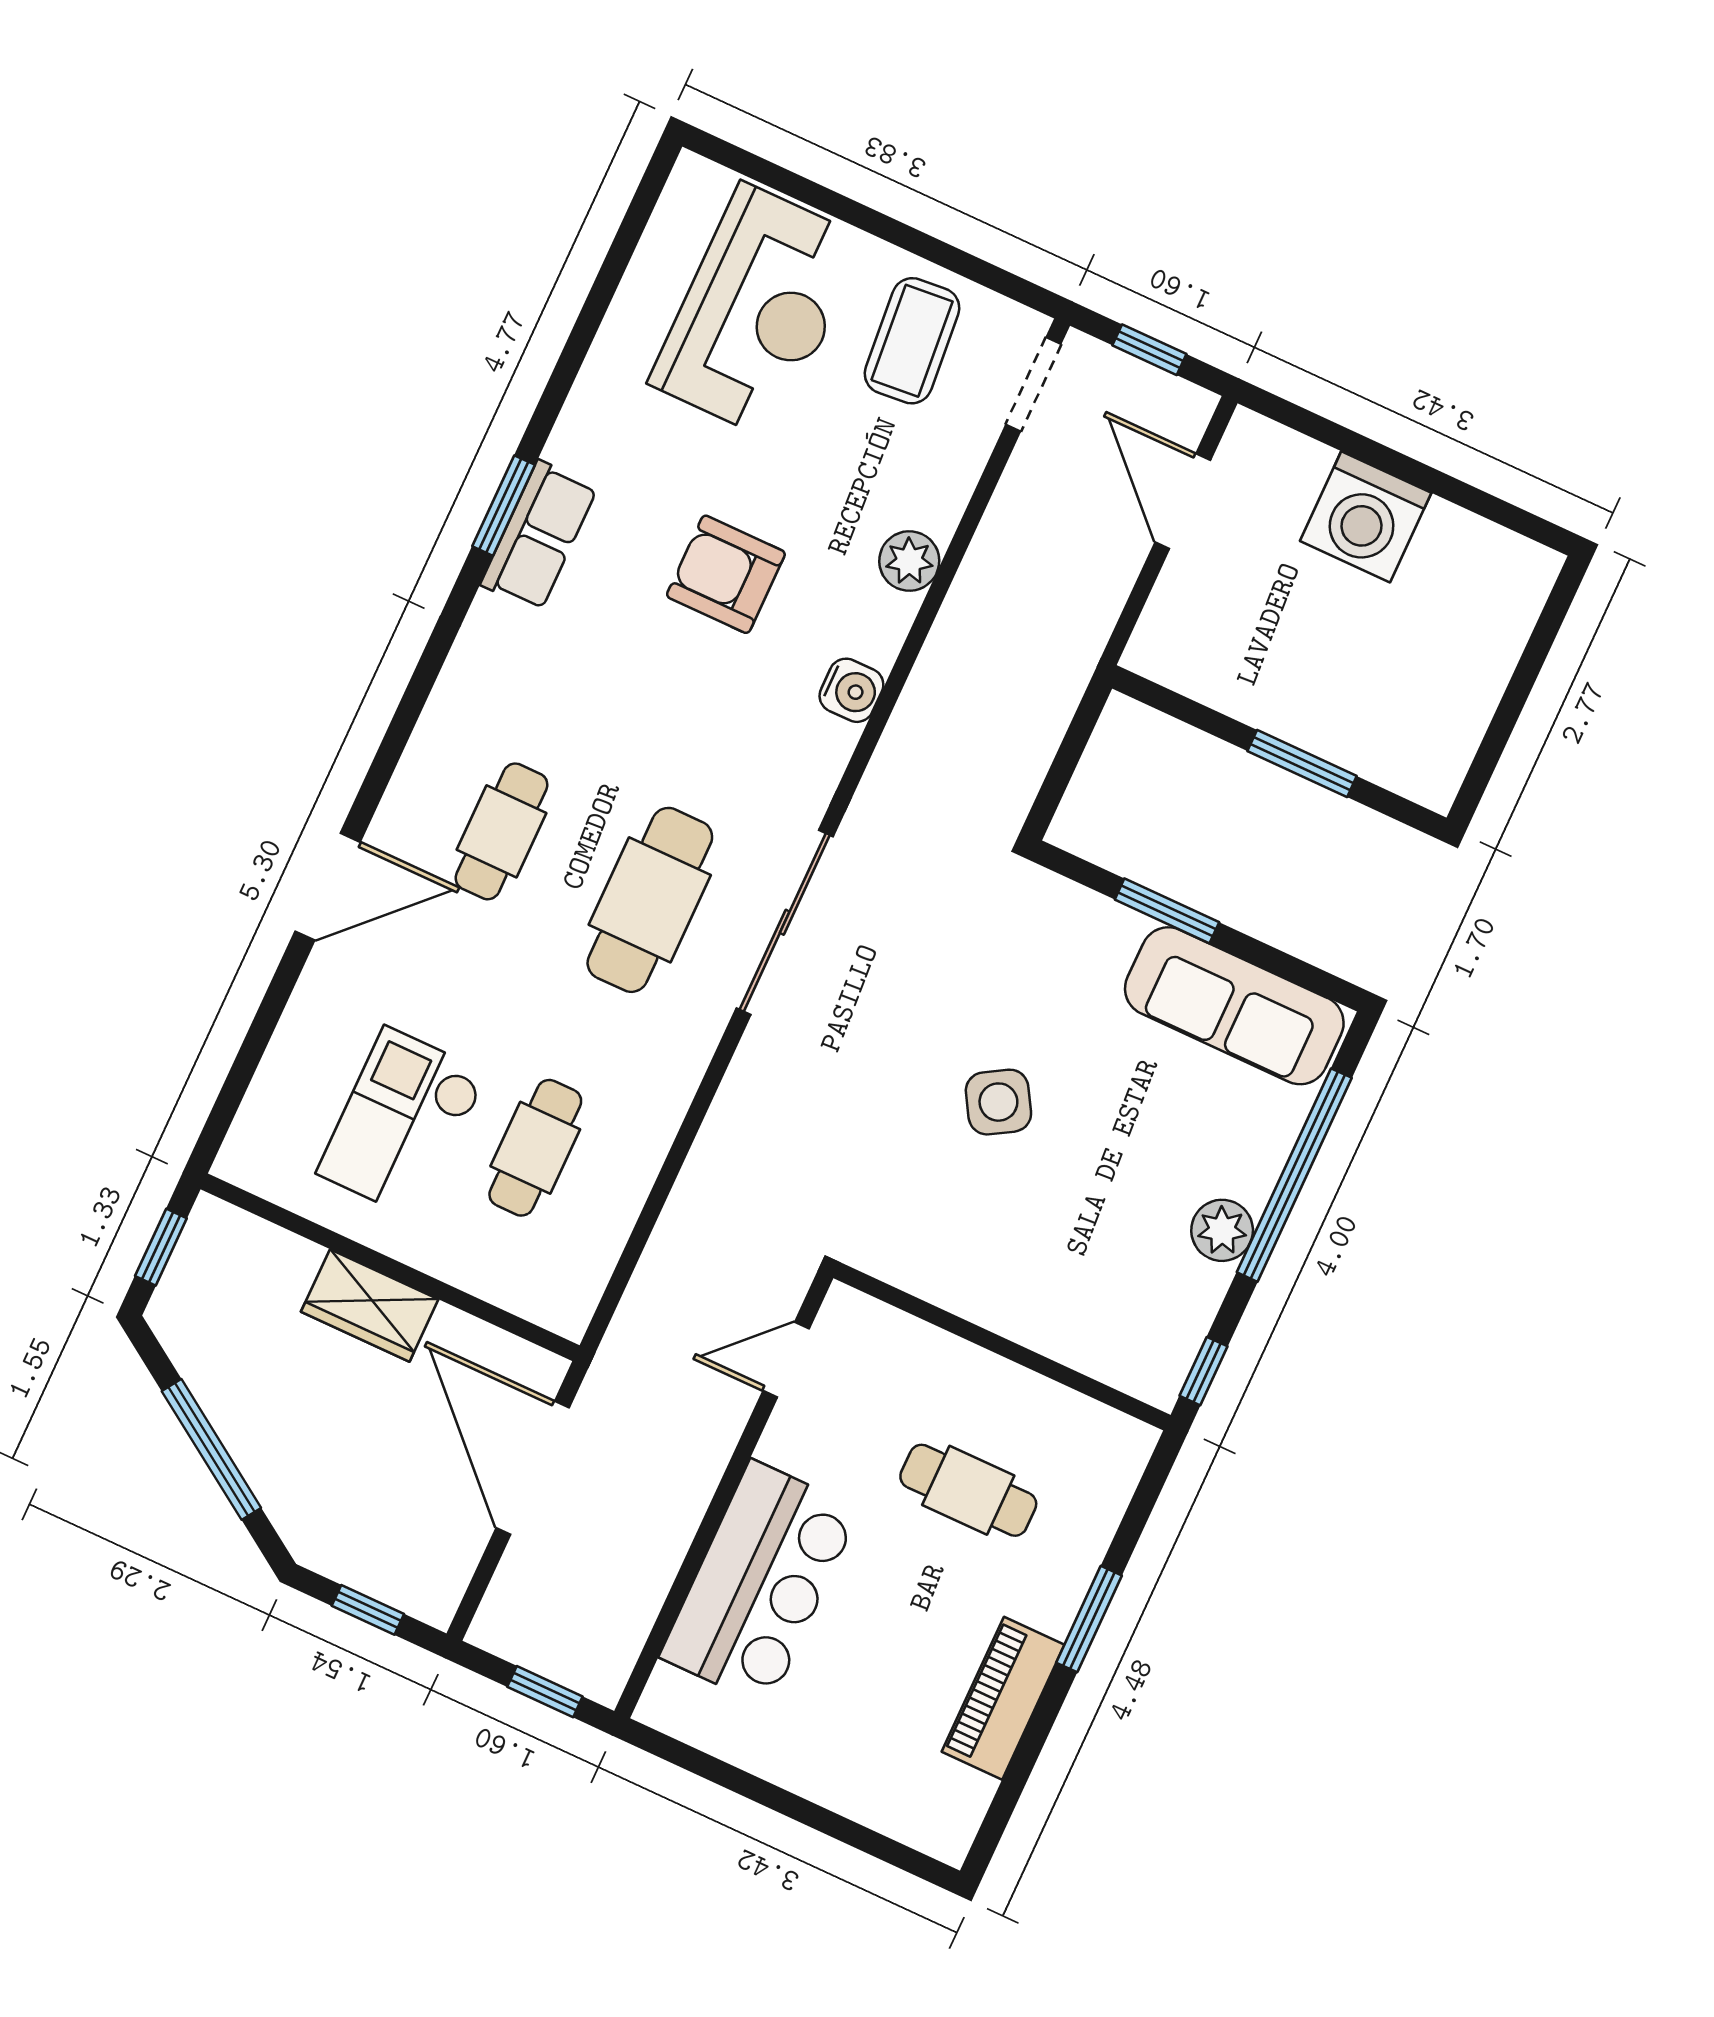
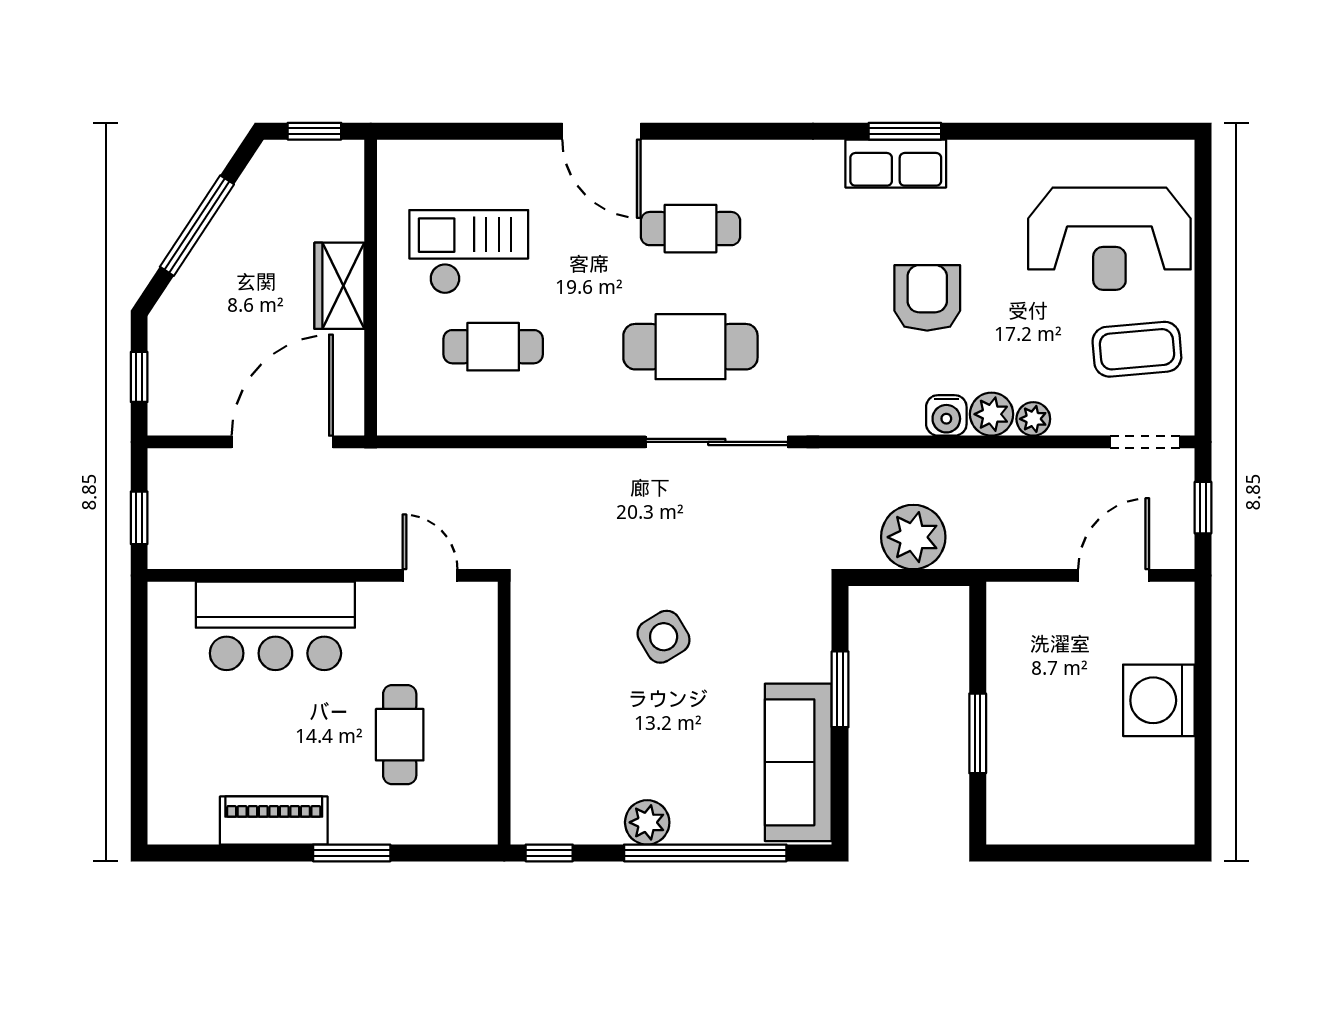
plant: (939, 511) -> (1033, 419), added
water cooler: (851, 690) -> (946, 415), moved
plant: (1018, 731) -> (913, 537), added

